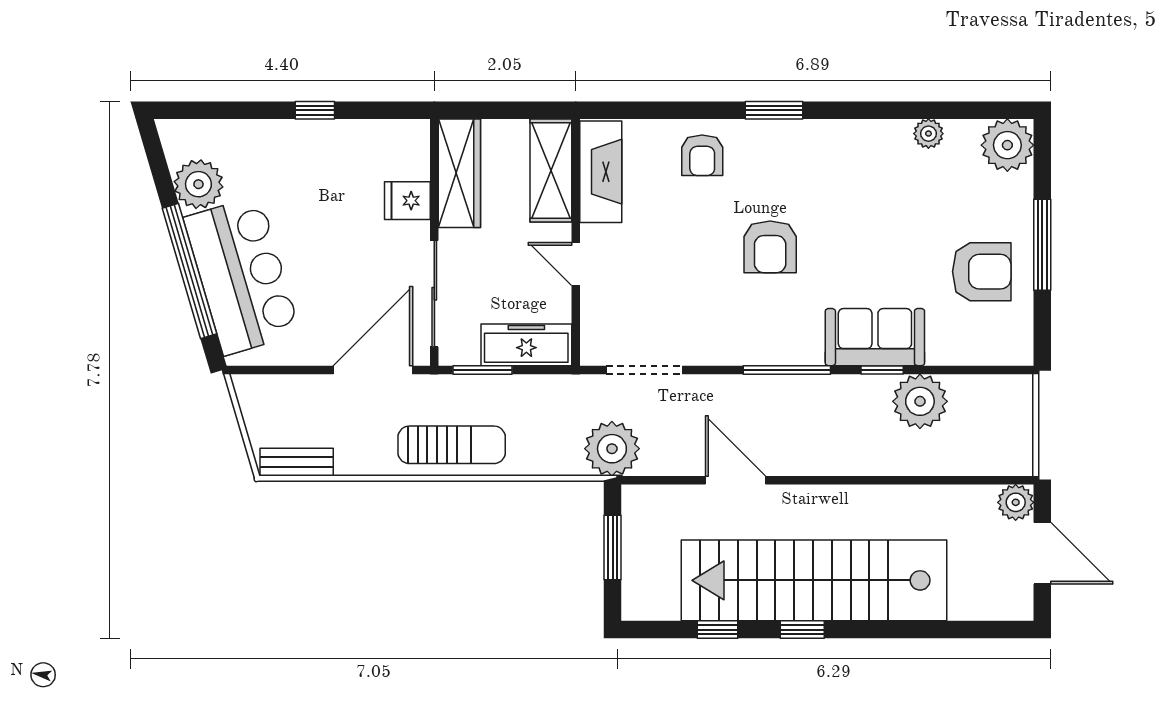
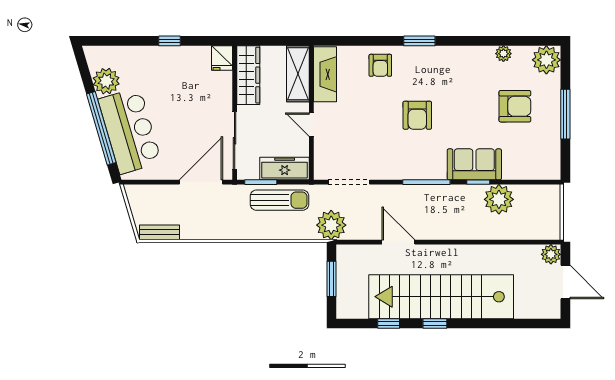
fridge: (407, 201) -> (222, 58), moved, turned -90
armchair: (982, 272) -> (515, 106), moved
sun lounger: (452, 445) -> (279, 200), moved

